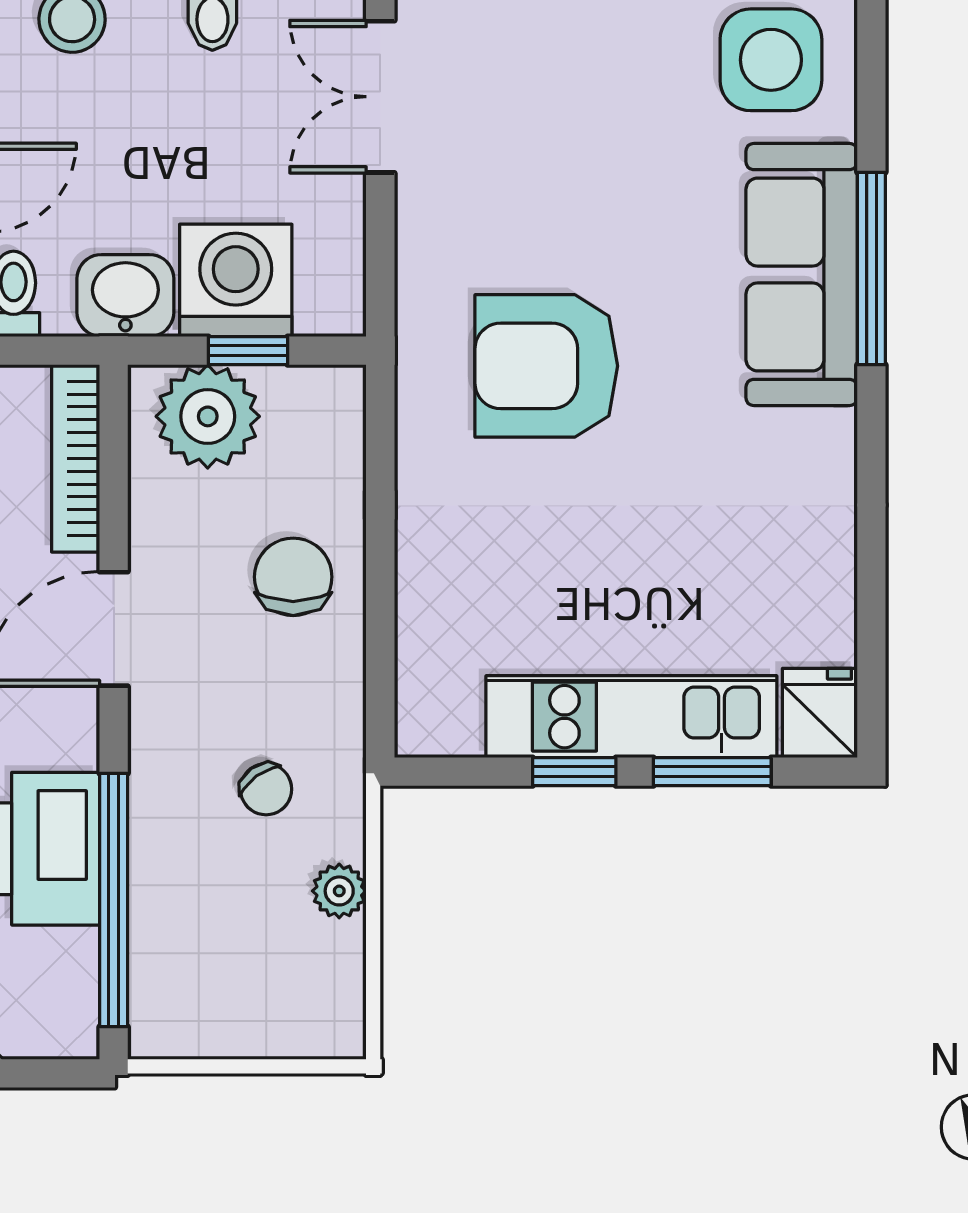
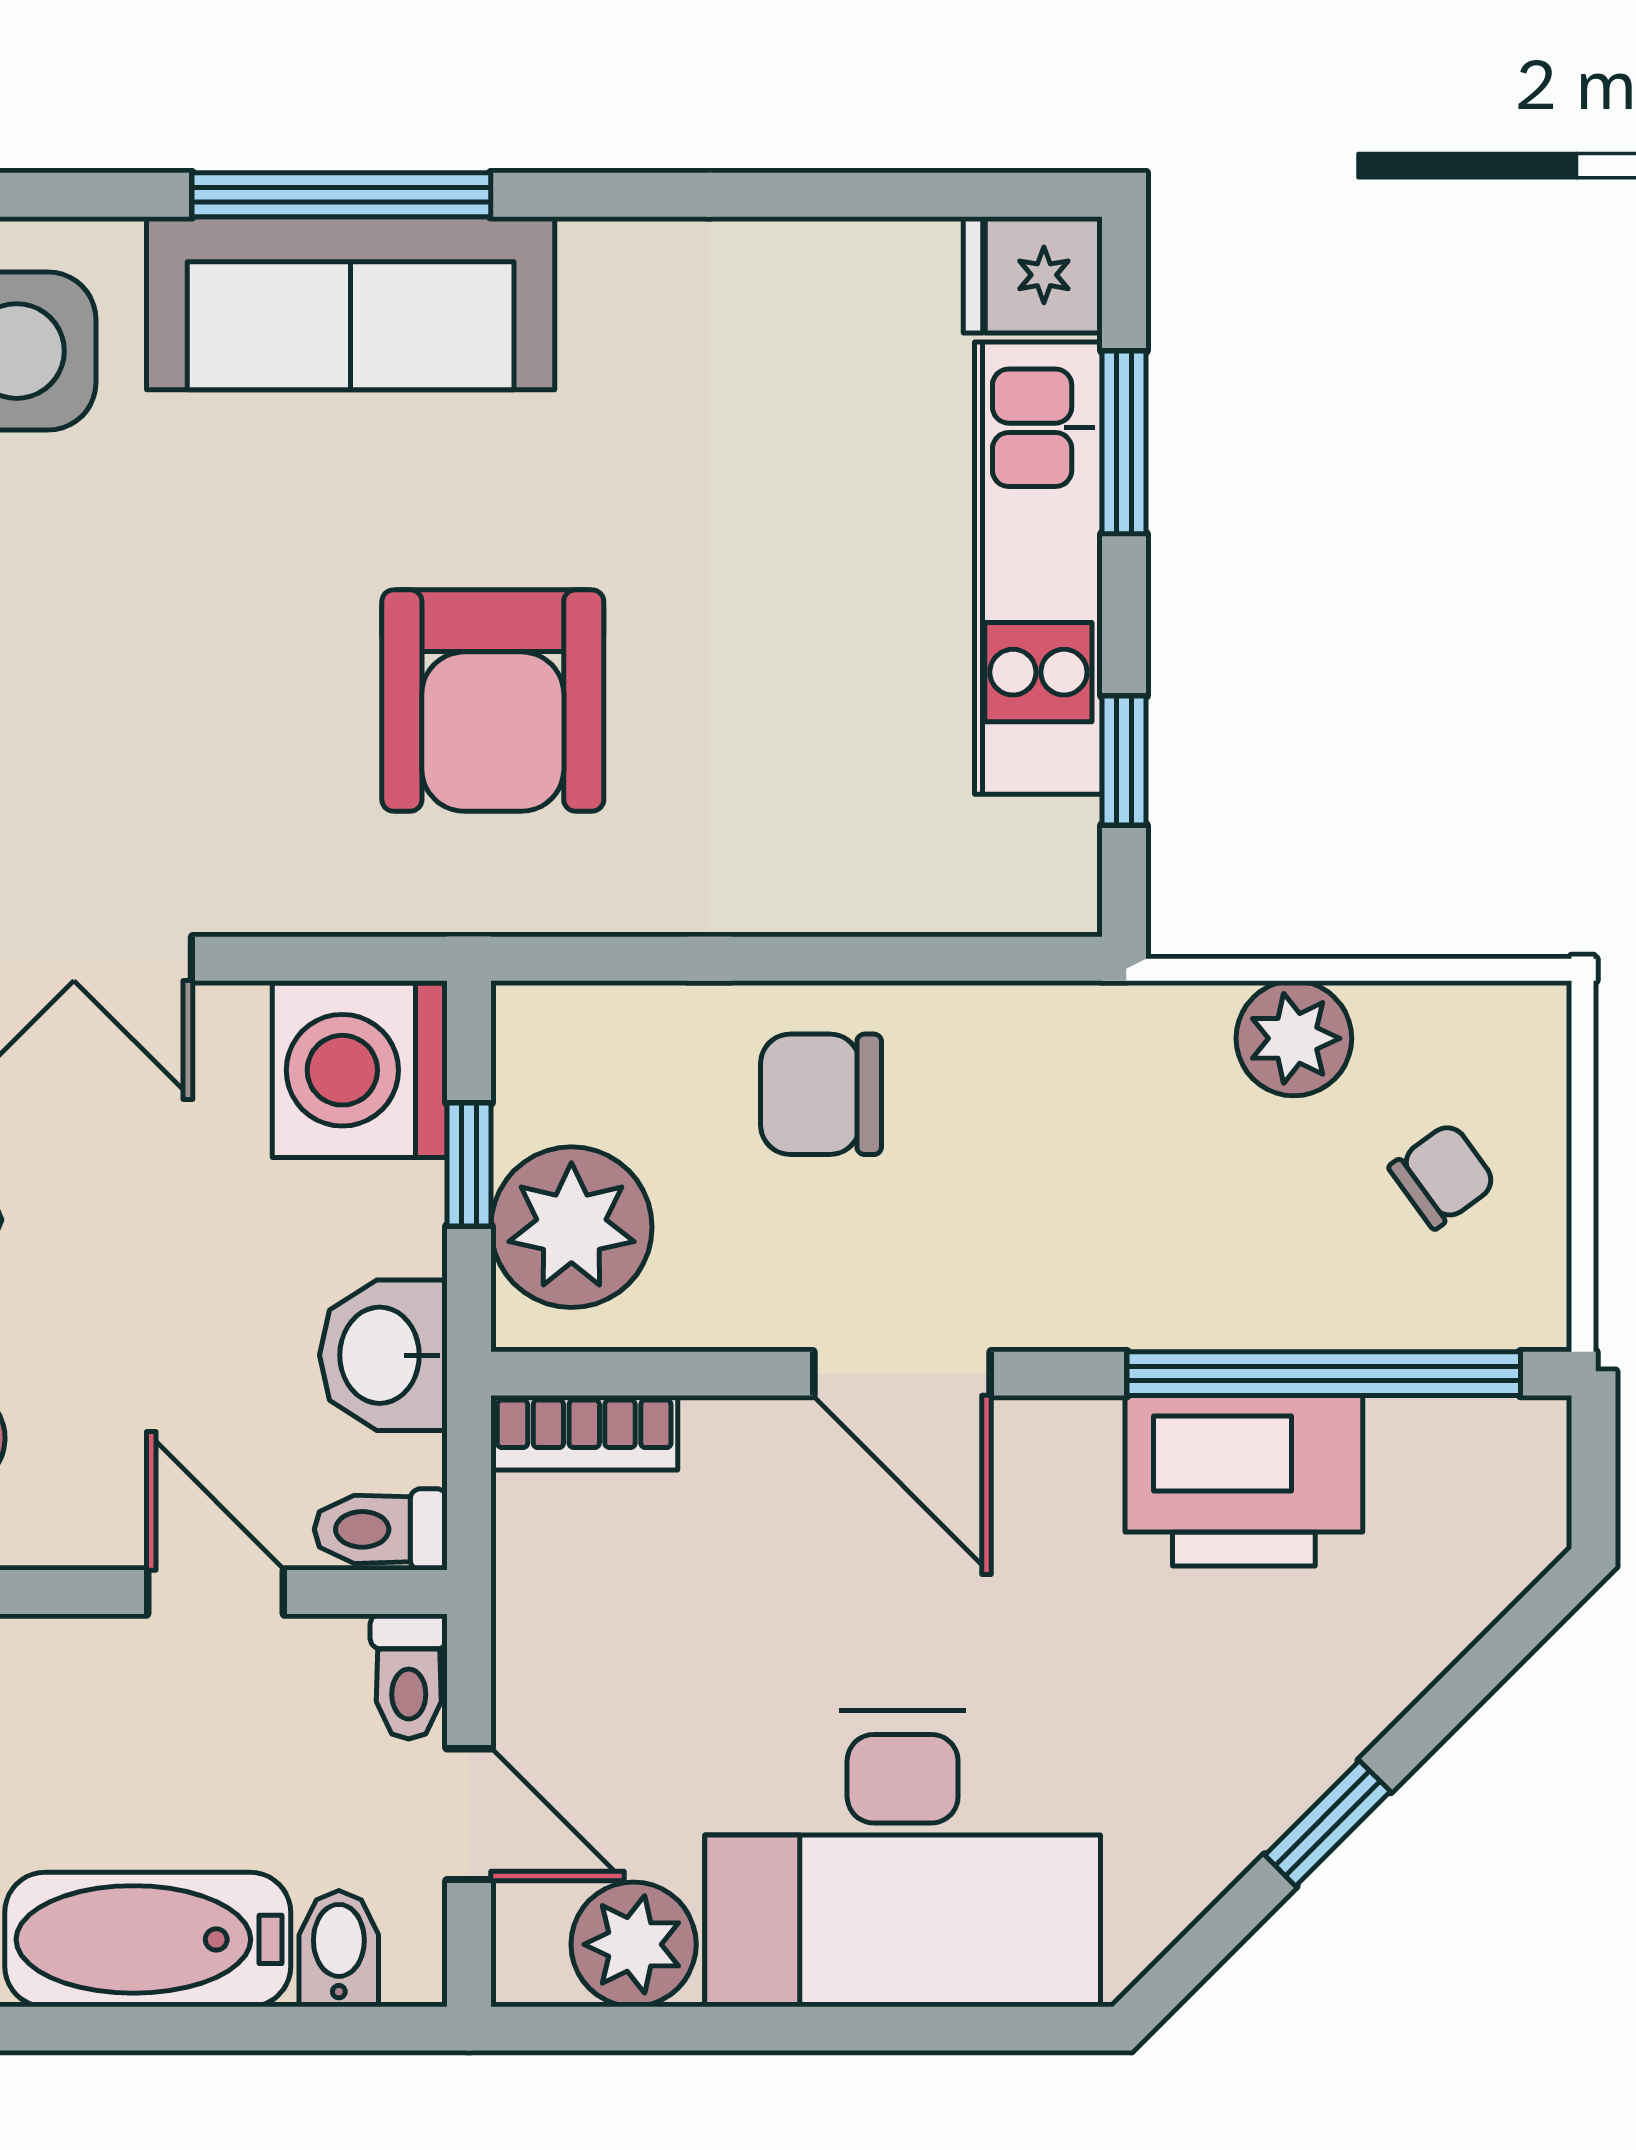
washing machine: (236, 280) -> (360, 1070), moved
bookcase: (76, 458) -> (584, 1433), width x0.64
window: (574, 772) -> (1124, 761), moved
chair: (266, 789) -> (1443, 1176), moved
plant: (339, 891) -> (1294, 1038), width x1.38, depth x1.38

